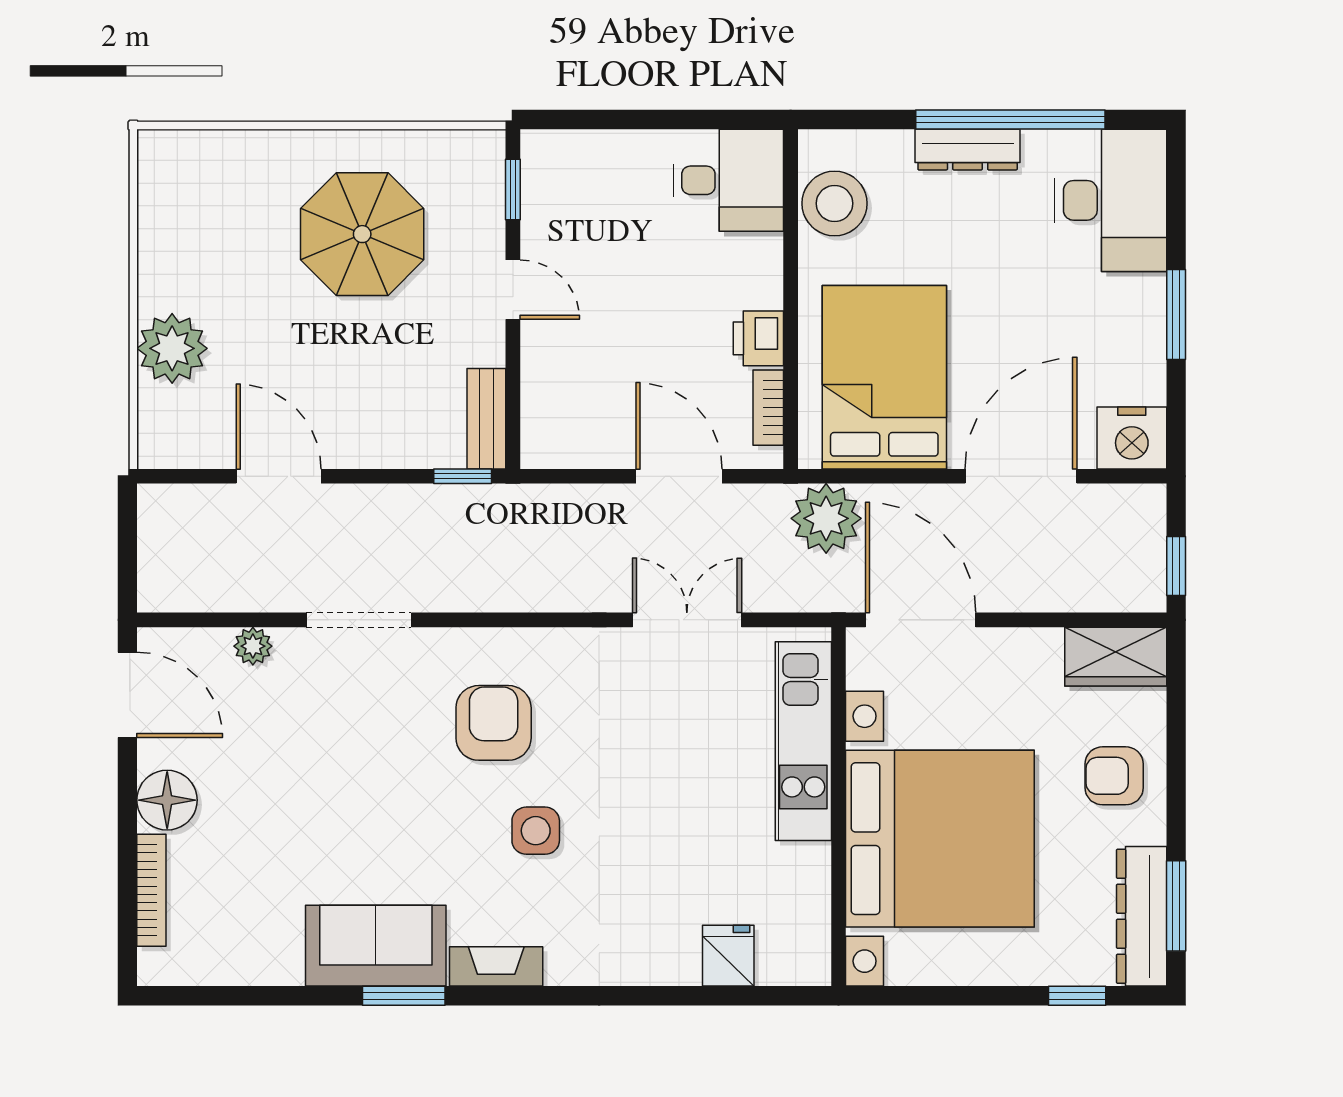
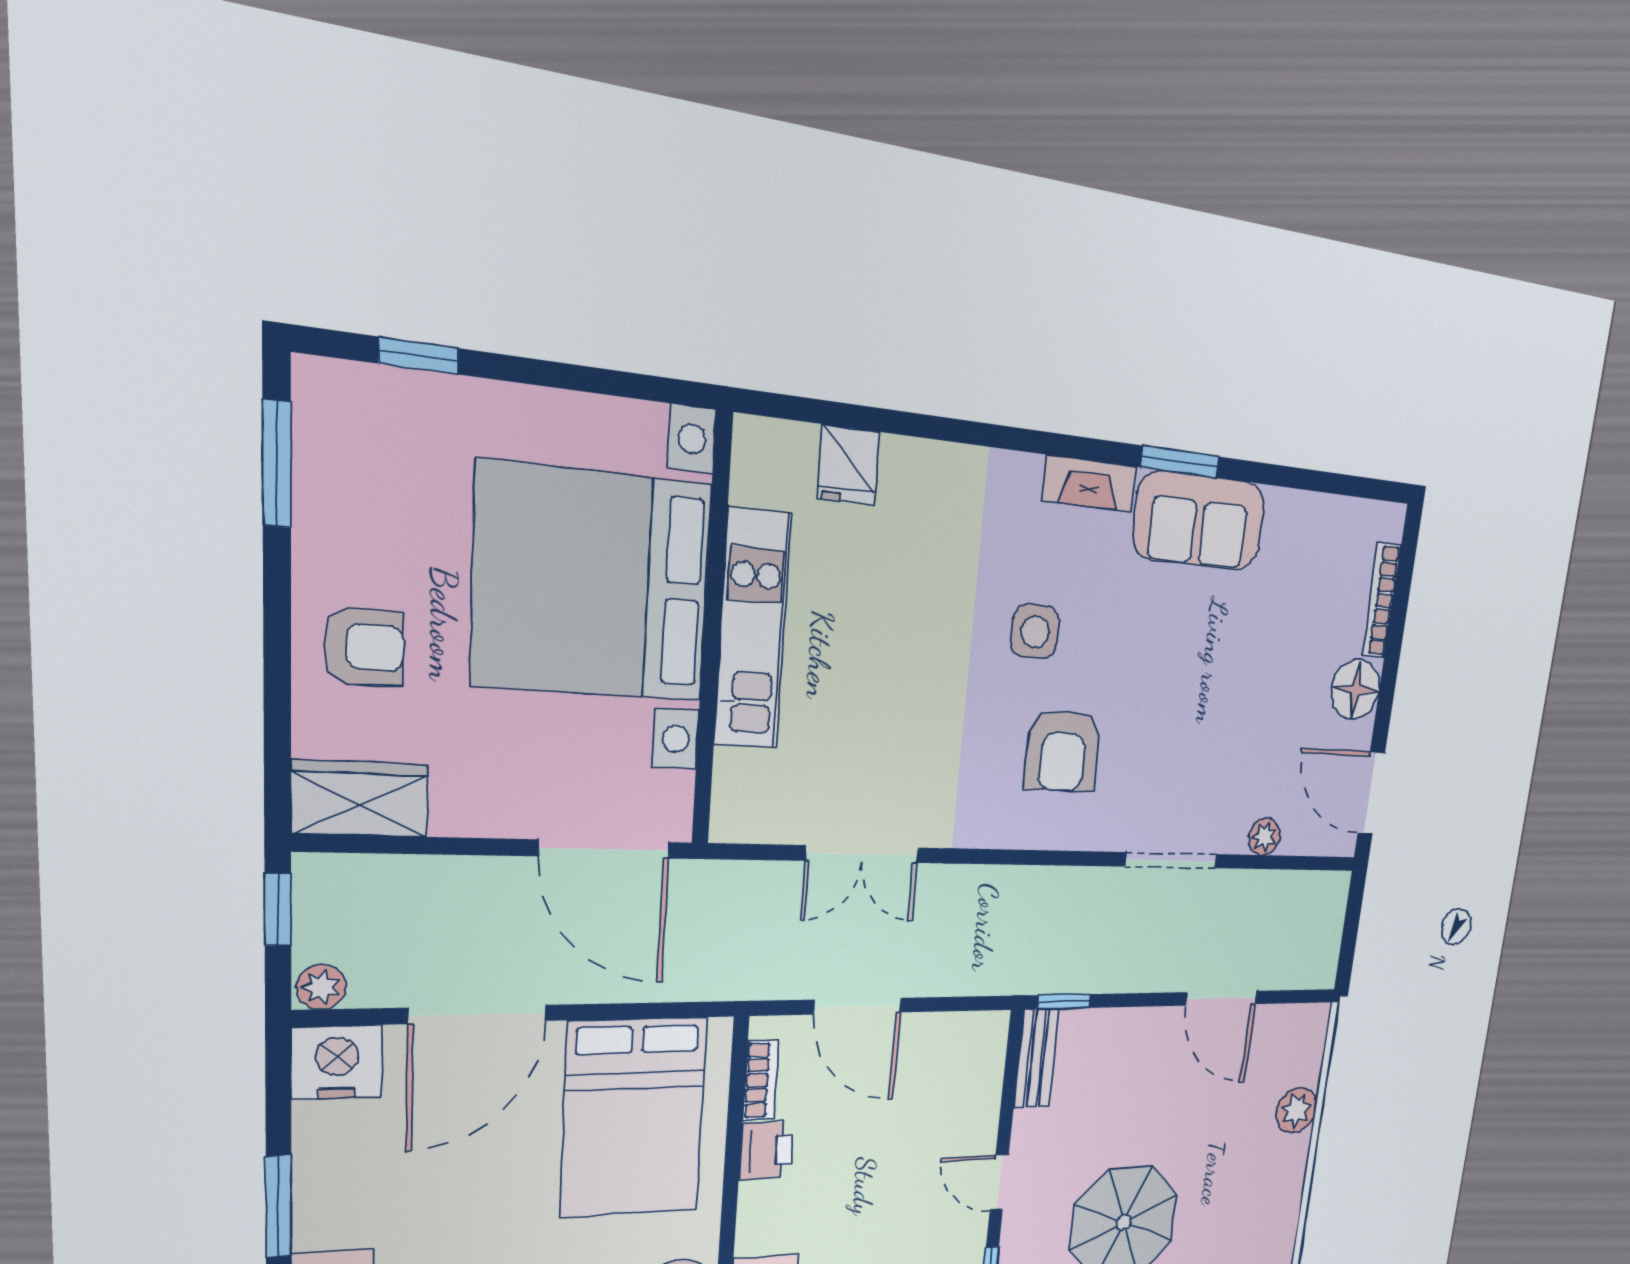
plant: (172, 348) -> (1297, 1110), width x0.73, depth x0.73
plant: (826, 518) -> (321, 987), moved, width x0.53, depth x0.53
kitchen unit: (803, 741) -> (753, 630), moved
dresser: (1142, 916) -> (327, 455), removed

